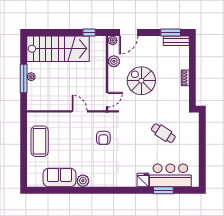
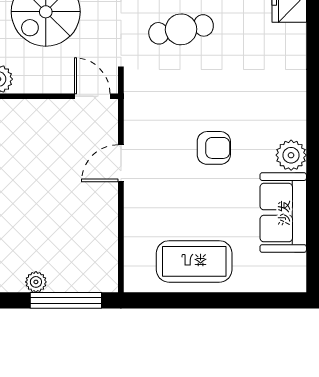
window: (24, 79) -> (66, 300), moved
cafe table: (134, 136) -> (181, 29), added
armchair: (103, 138) -> (214, 148), moved

